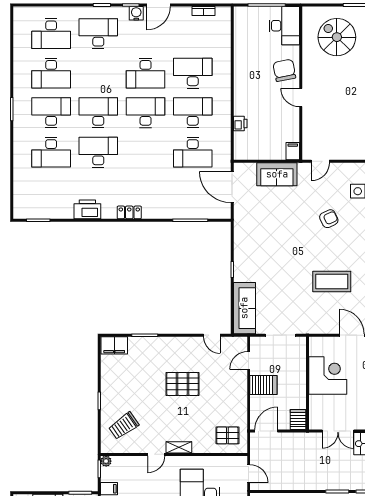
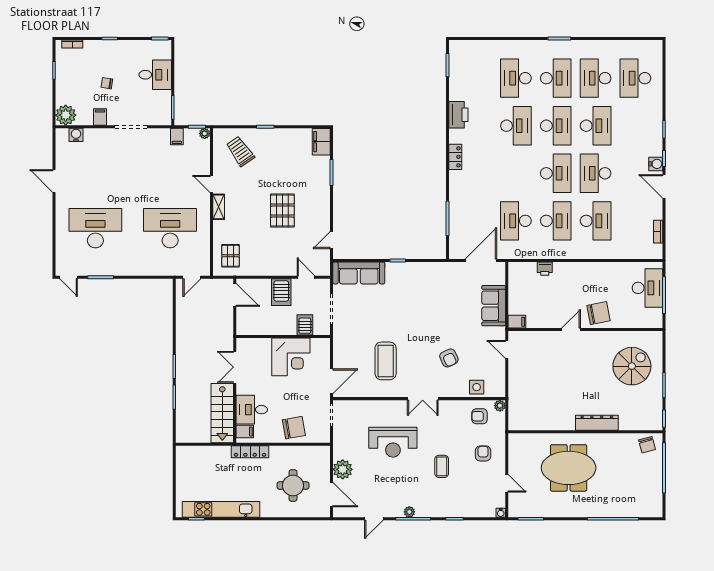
desk: (284, 26) -> (648, 288), moved, turned -90
desk: (98, 34) -> (596, 126), moved
server rack: (298, 420) -> (305, 325), moved, turned -90

